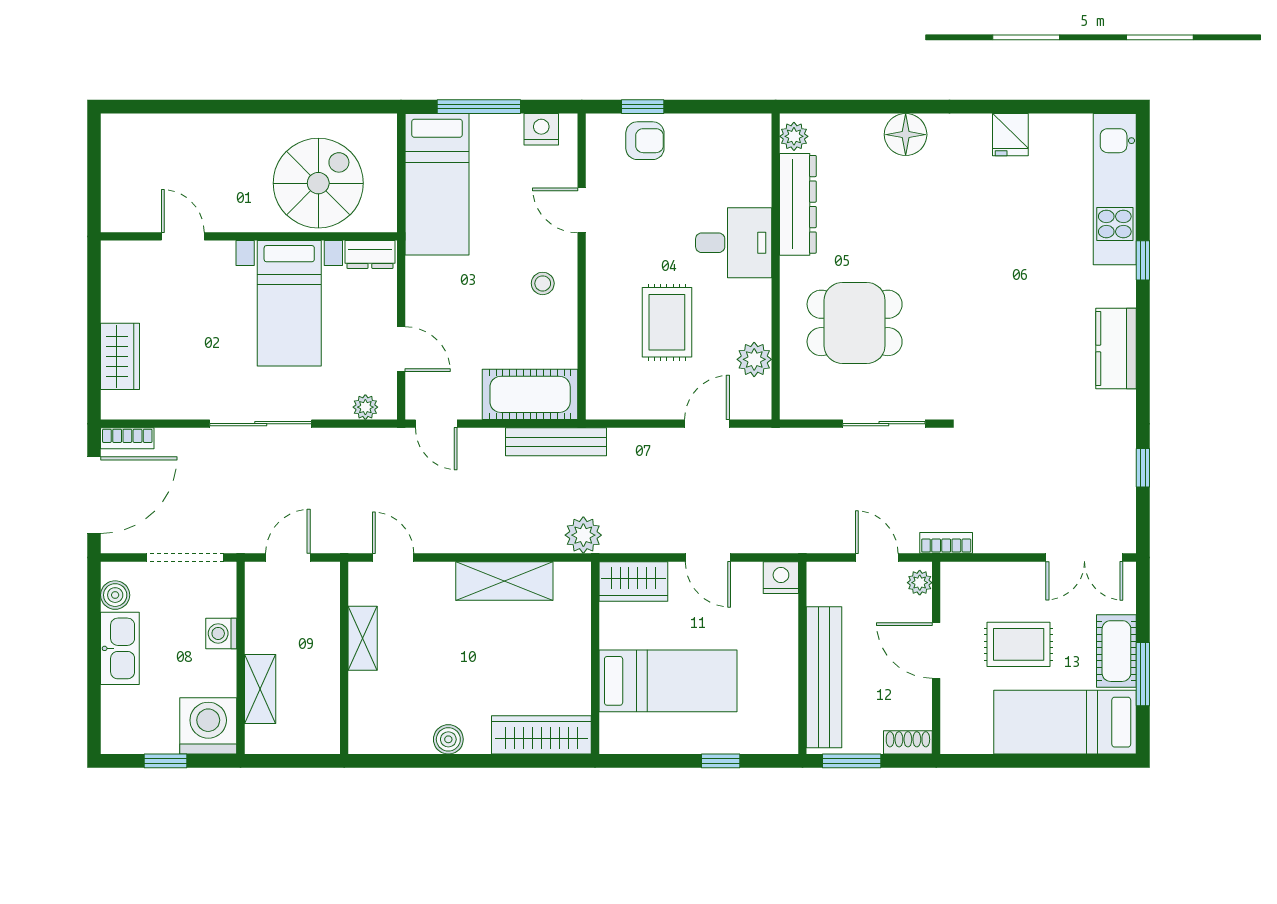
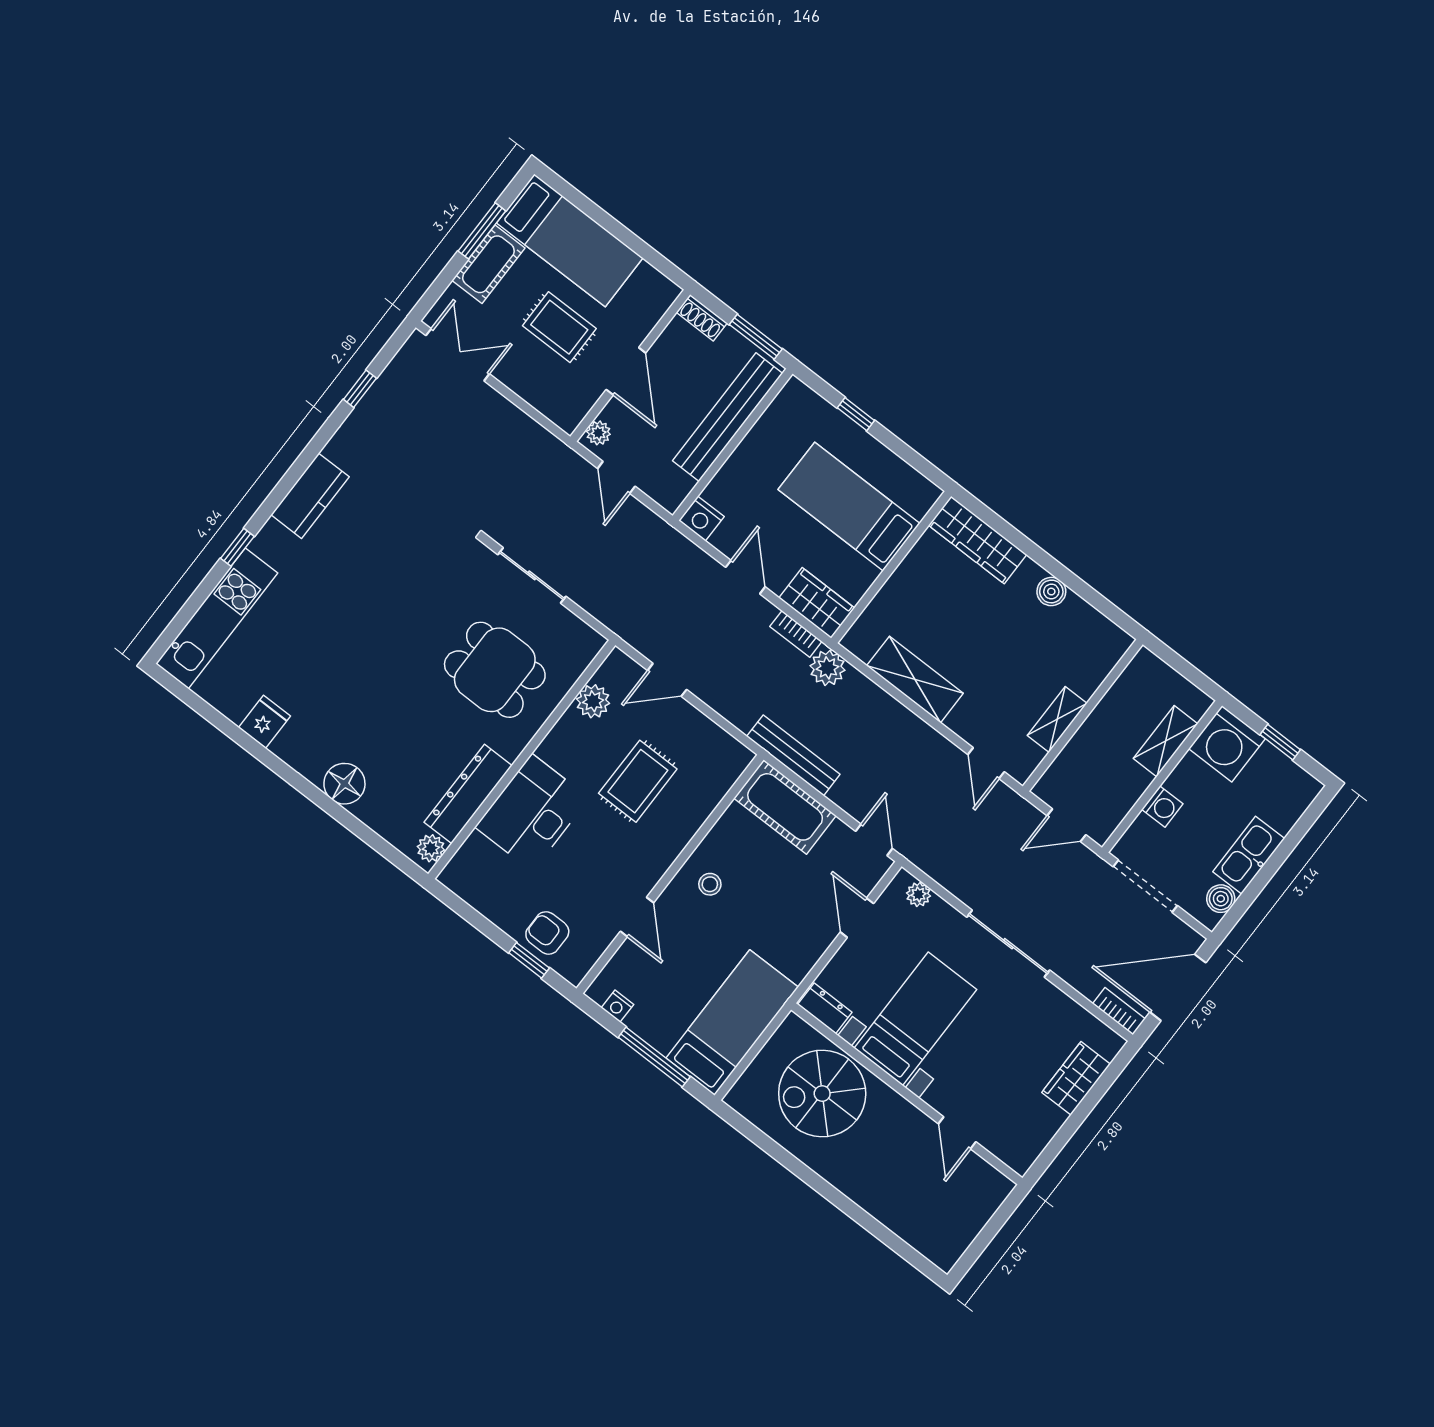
nightstand: (541, 129) -> (617, 1006), width x0.72, depth x0.74
desk: (734, 243) -> (532, 813), width x1.37
bookcase: (946, 543) -> (796, 634), moved

